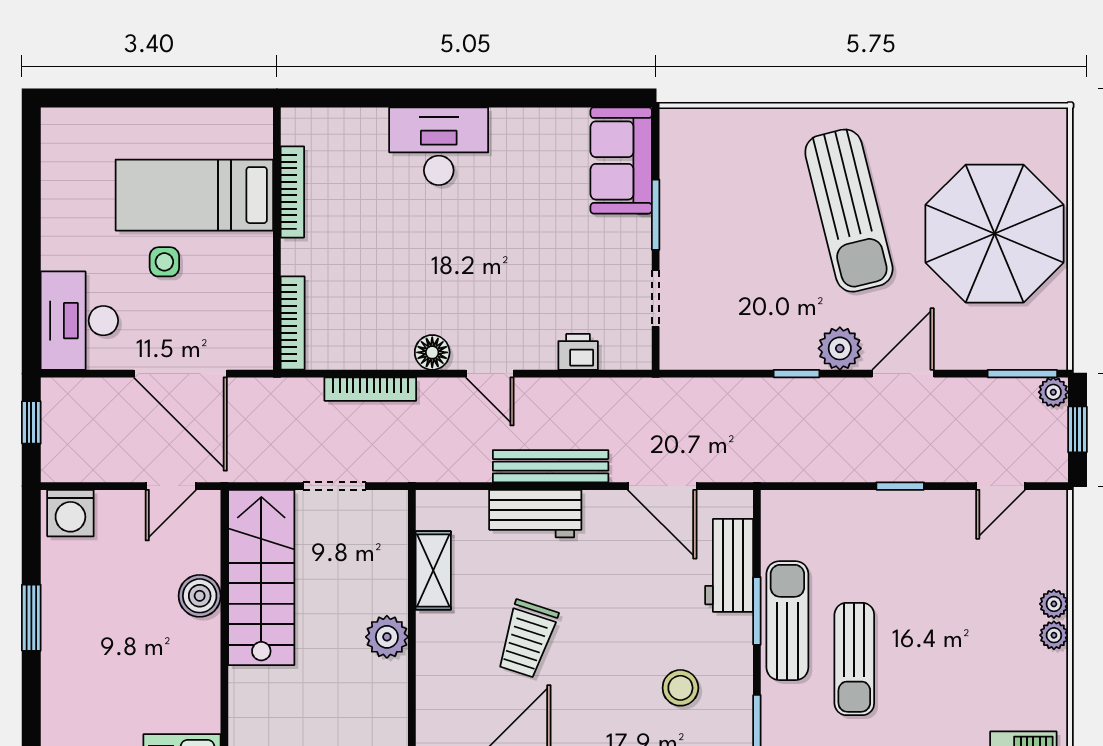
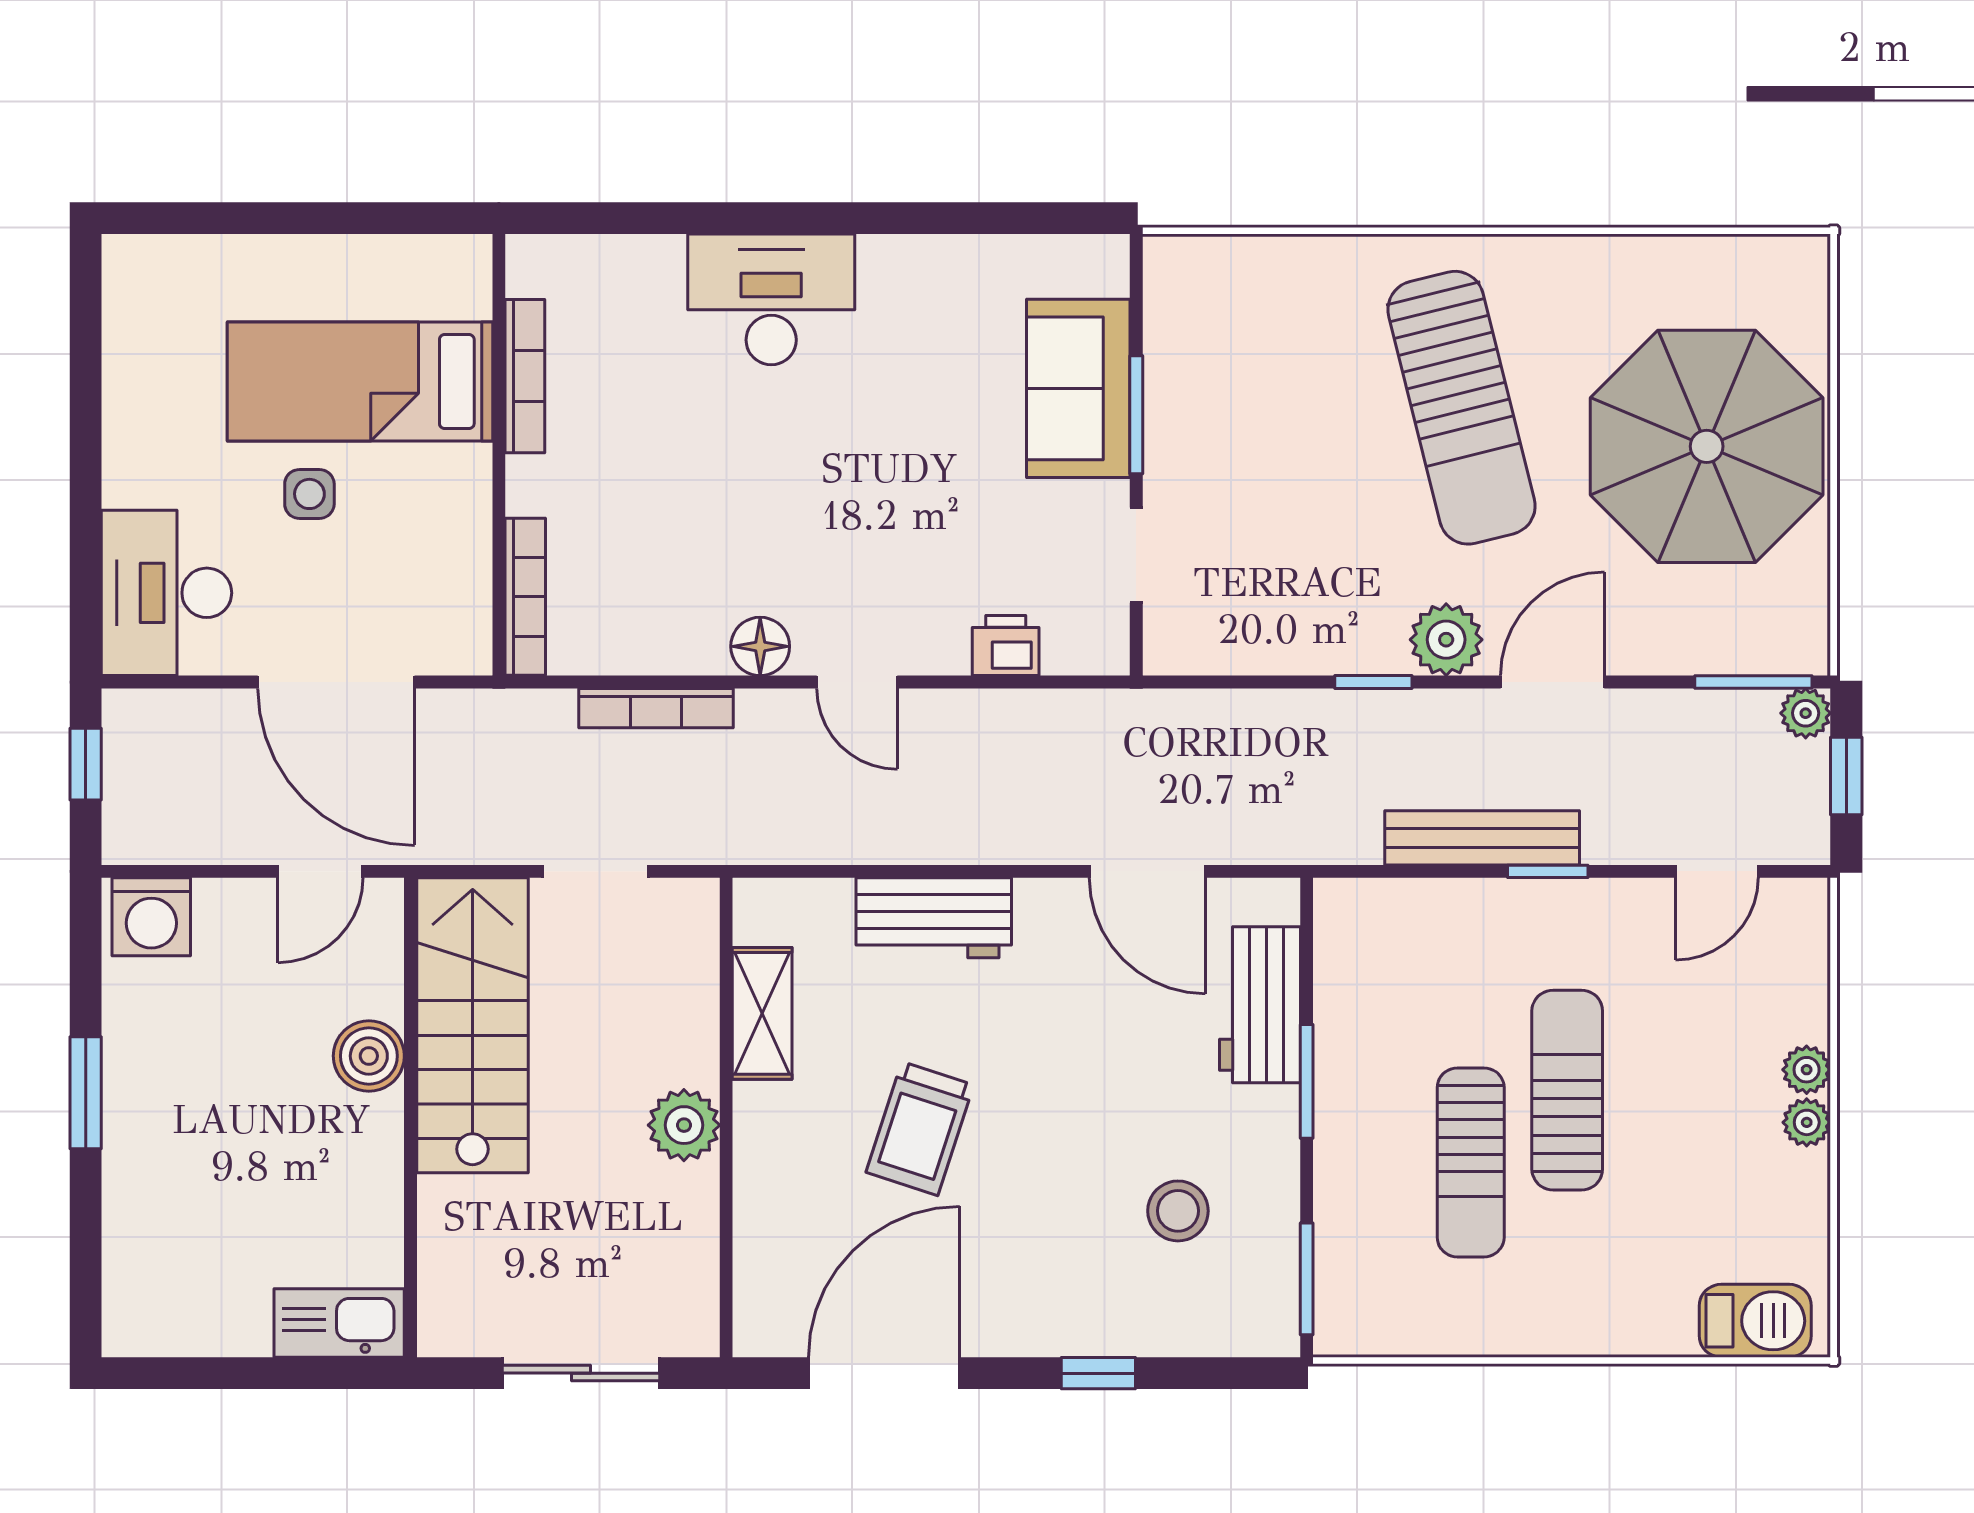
sofa: (621, 160) -> (1078, 388), moved
bench: (551, 466) -> (1482, 838), moved
sun lounger: (787, 621) -> (1567, 1090), moved

